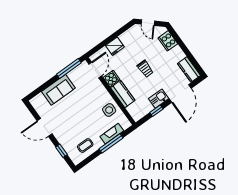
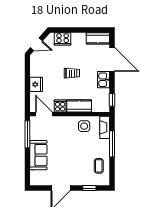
window: (156, 111) -> (112, 100), moved
fireplace: (112, 134) -> (105, 127), moved

